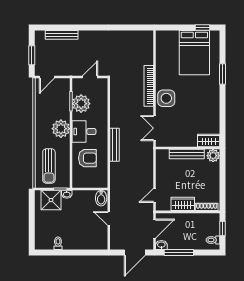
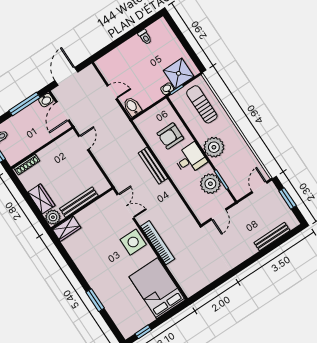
bed: (194, 53) -> (157, 288), moved
wardrobe: (183, 204) -> (41, 199), moved, turned -90

